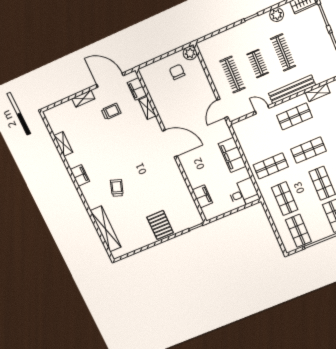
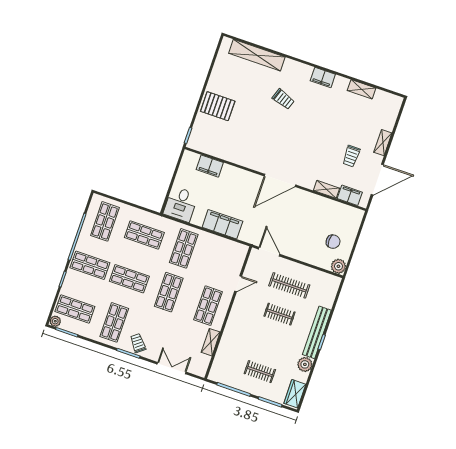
clothes rail: (283, 52) -> (260, 372), moved, width x0.73
bench: (292, 89) -> (317, 332), moved
shop shelf: (298, 231) -> (105, 221), turned 90

